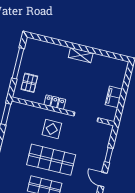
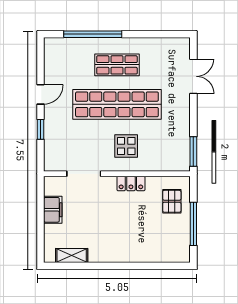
shelving: (81, 55) -> (72, 255), moved
shop shelf: (51, 160) -> (117, 104), width x1.40
door: (103, 180) -> (41, 94), hinge flipped

